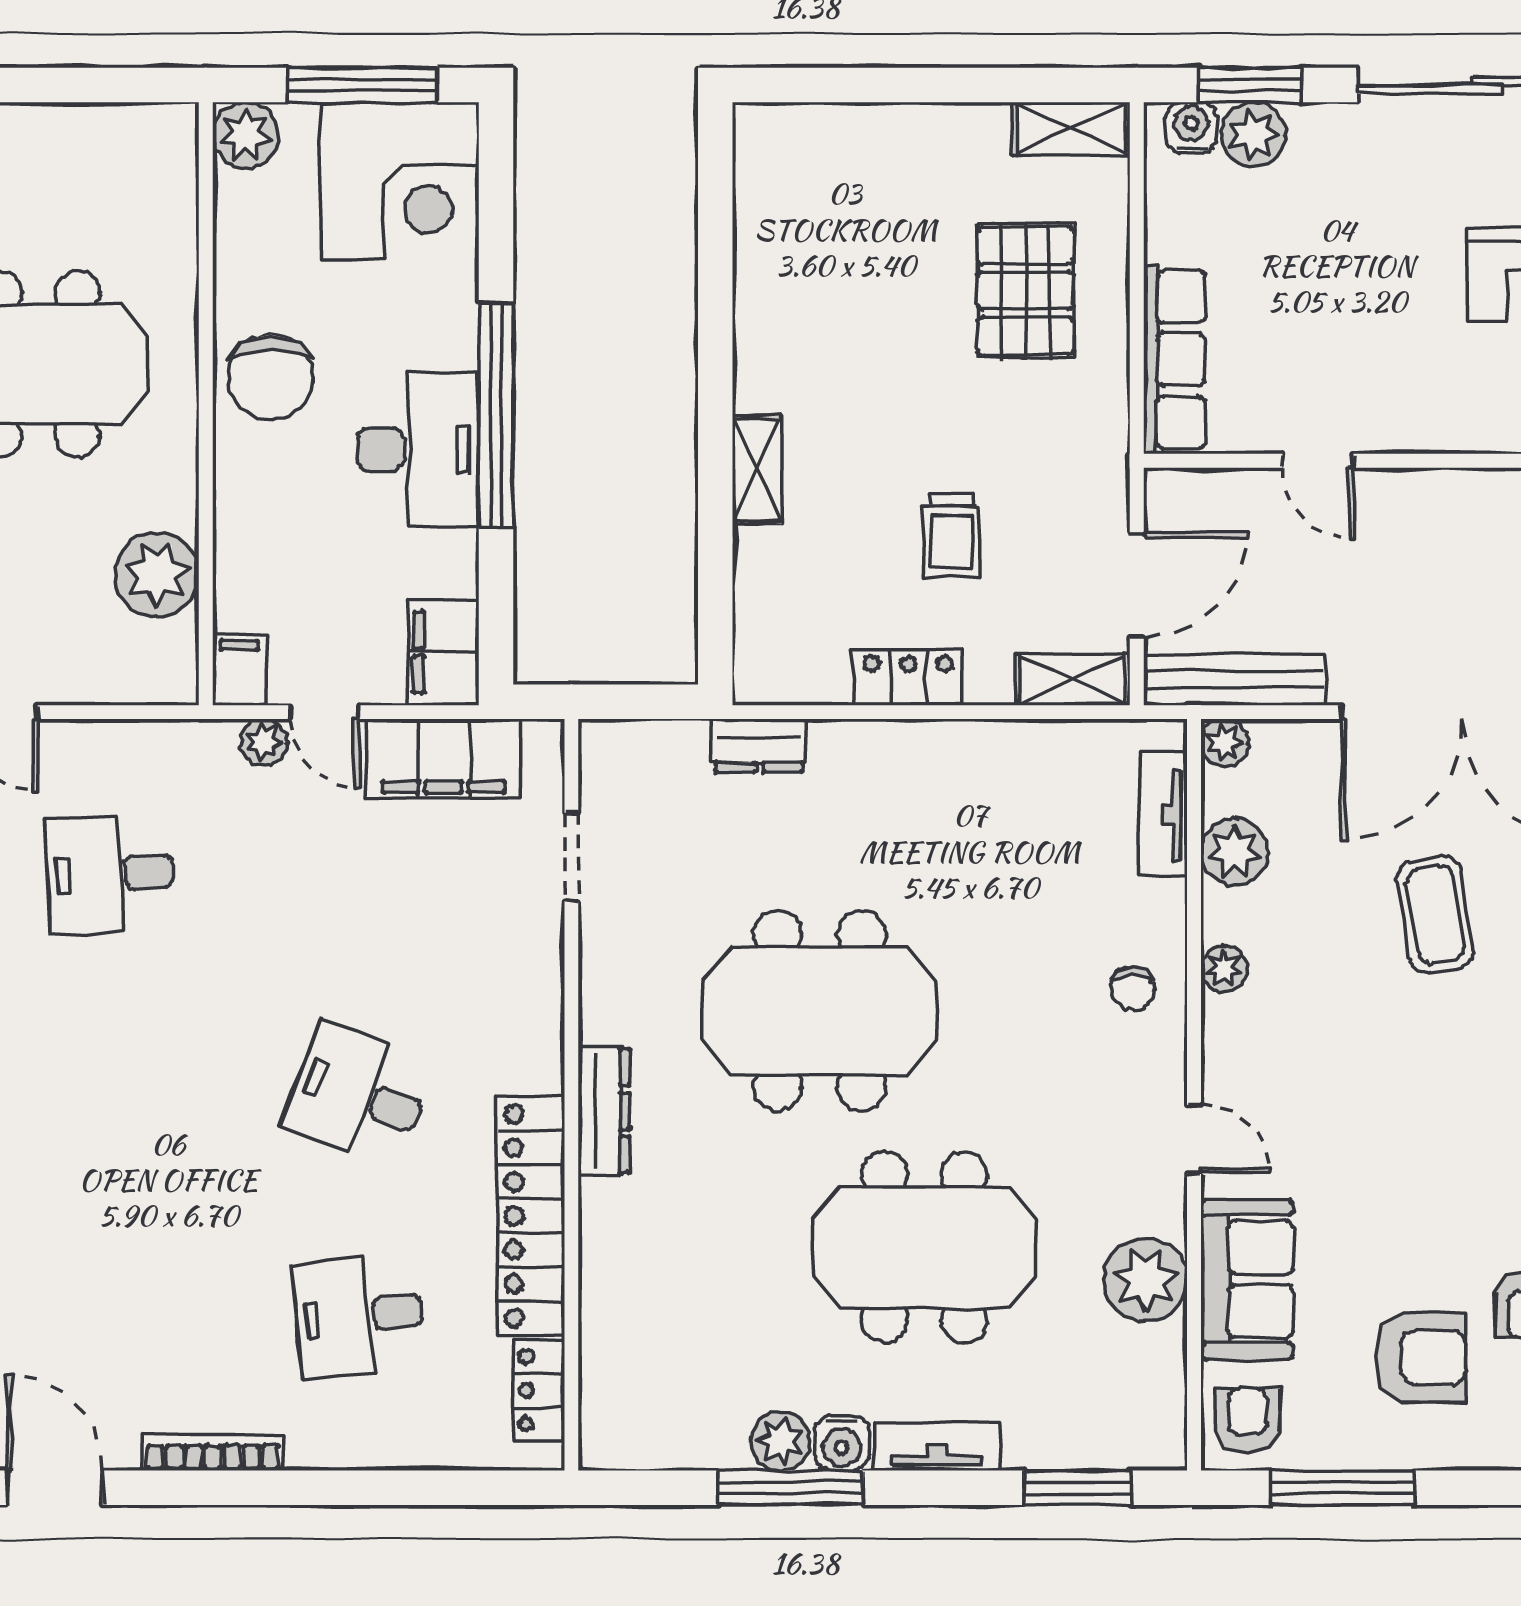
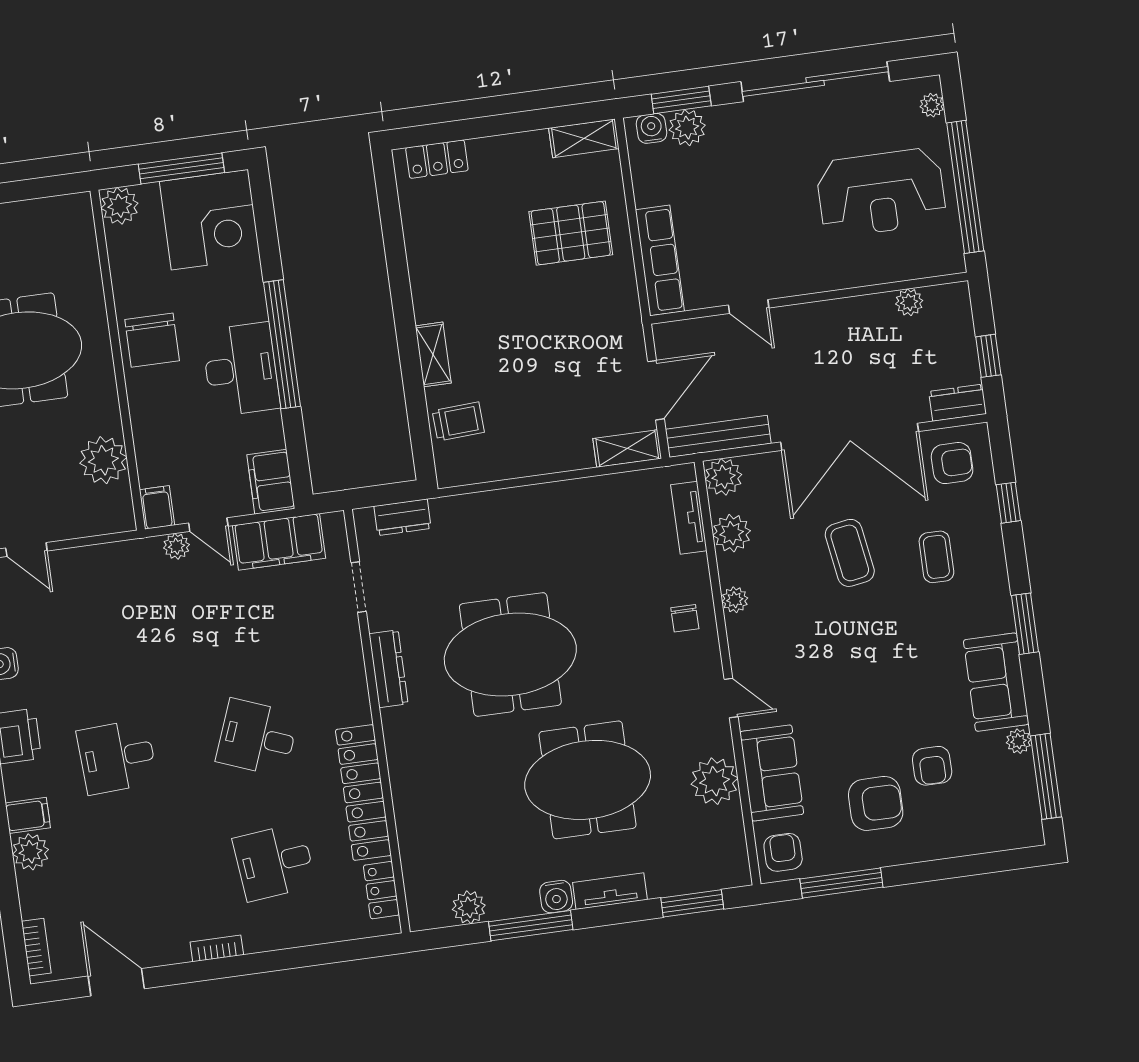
pallet: (1026, 291) -> (571, 233), turned 90
trolley: (951, 535) -> (458, 421), moved, turned -93
locker: (908, 678) -> (437, 159), moved, turned 180
plant: (1225, 743) -> (723, 477), width x1.38, depth x1.38
dresser: (759, 746) -> (402, 517), moved
desk: (110, 874) -> (117, 757), moved
dresser: (604, 1111) -> (388, 669), moved
plant: (780, 1441) -> (469, 907), moved
bookcase: (213, 1453) -> (217, 948), width x0.64

